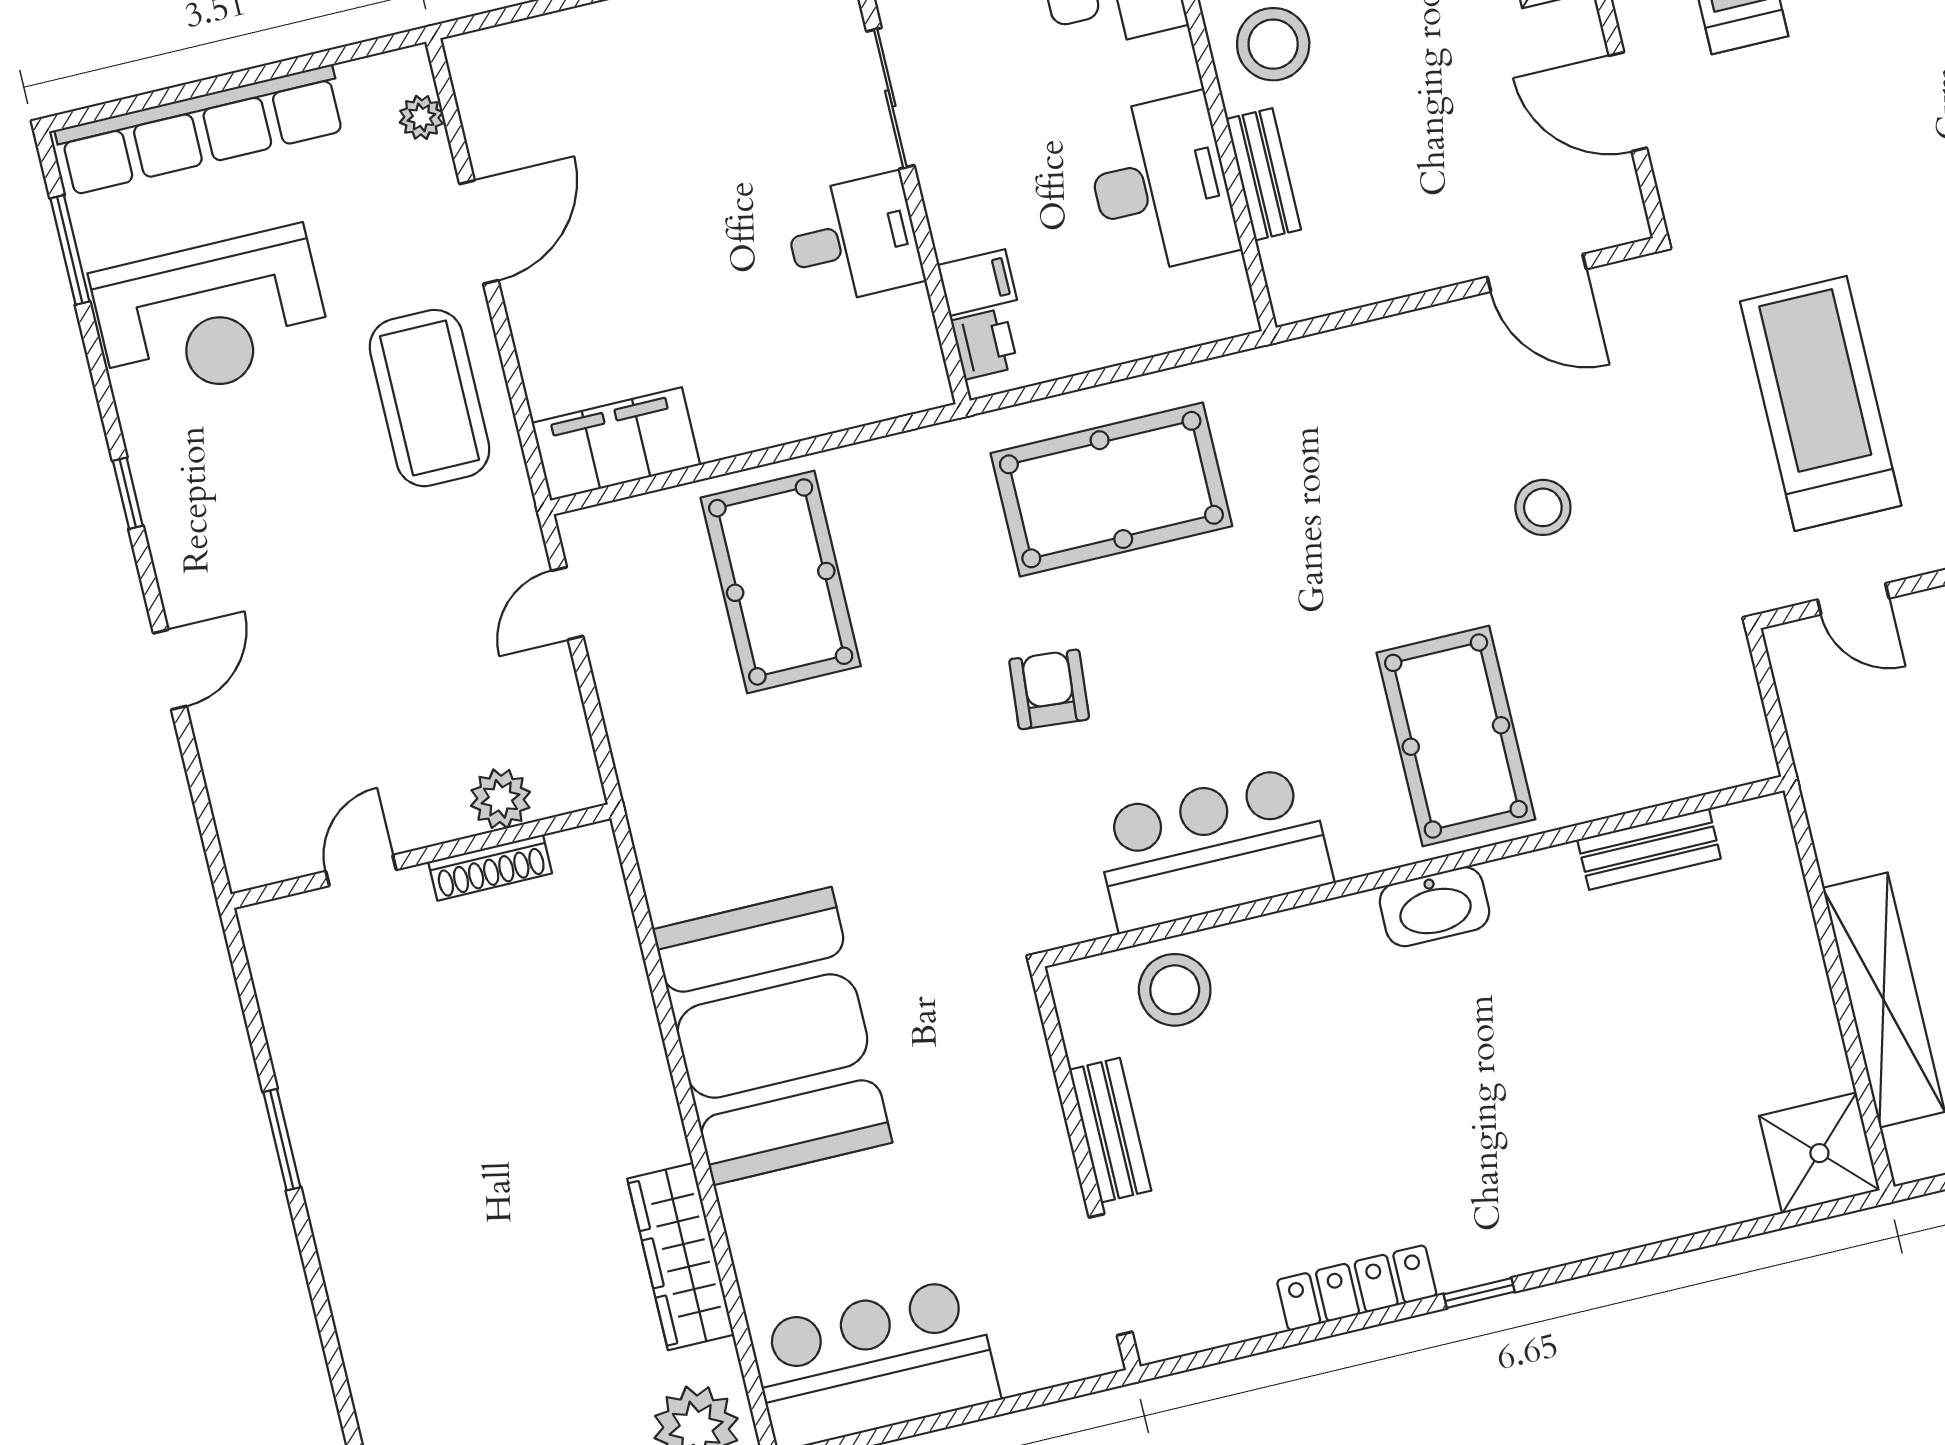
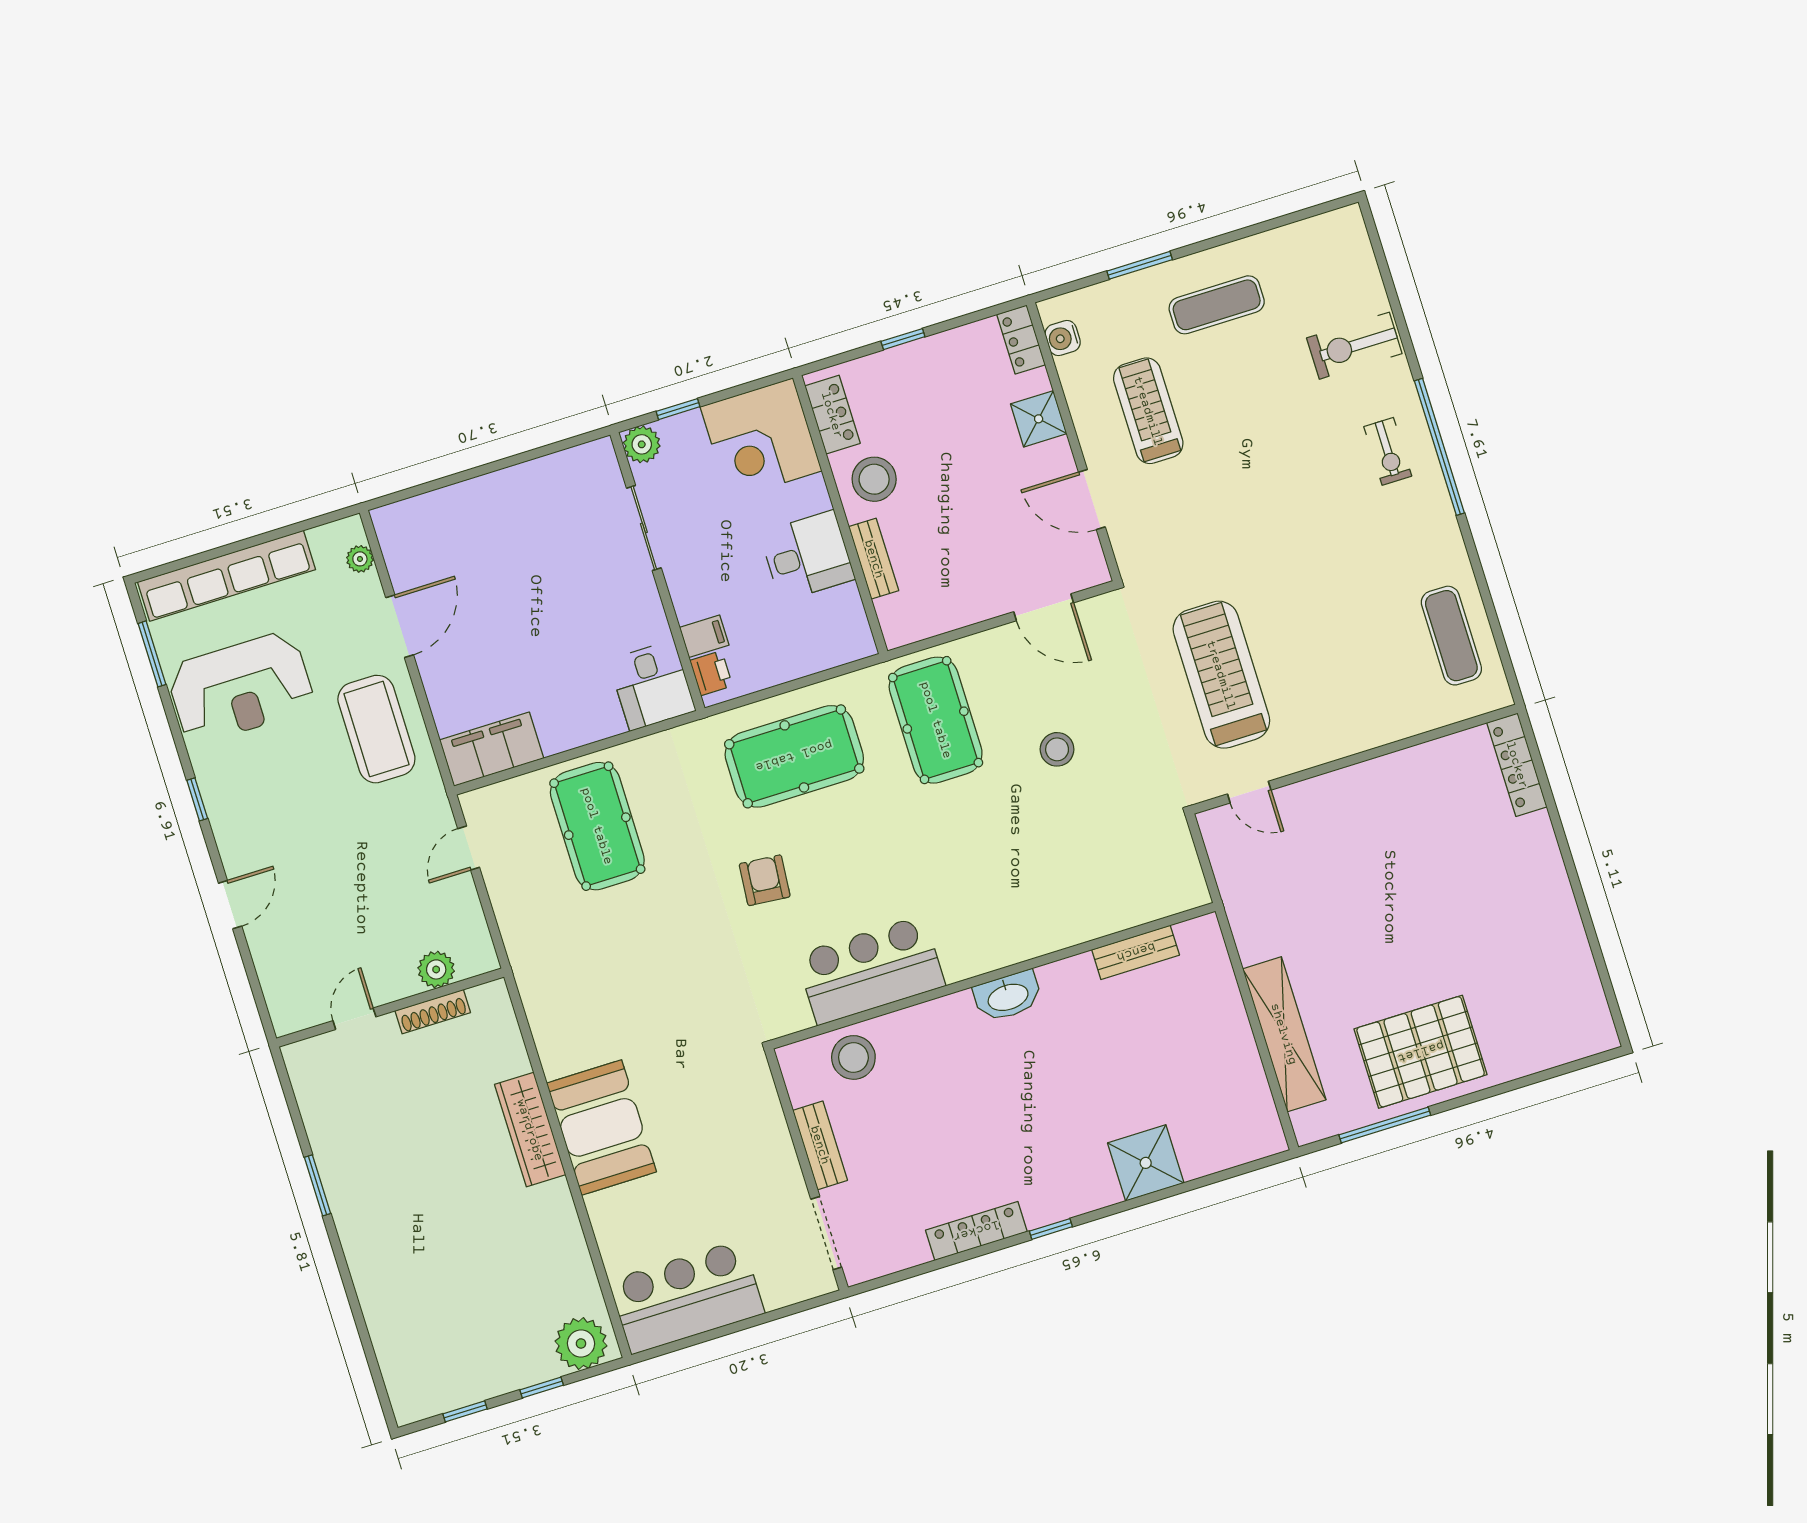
desk: (1160, 184) -> (807, 556), width x0.73
desk: (853, 239) -> (652, 685), moved, turned 90
pool table: (1456, 736) -> (936, 720), moved
booth: (772, 1036) -> (601, 1127), width x0.73, depth x0.70
shower: (1819, 1153) -> (1146, 1163), moved
wardrobe: (681, 1257) -> (530, 1130), moved

